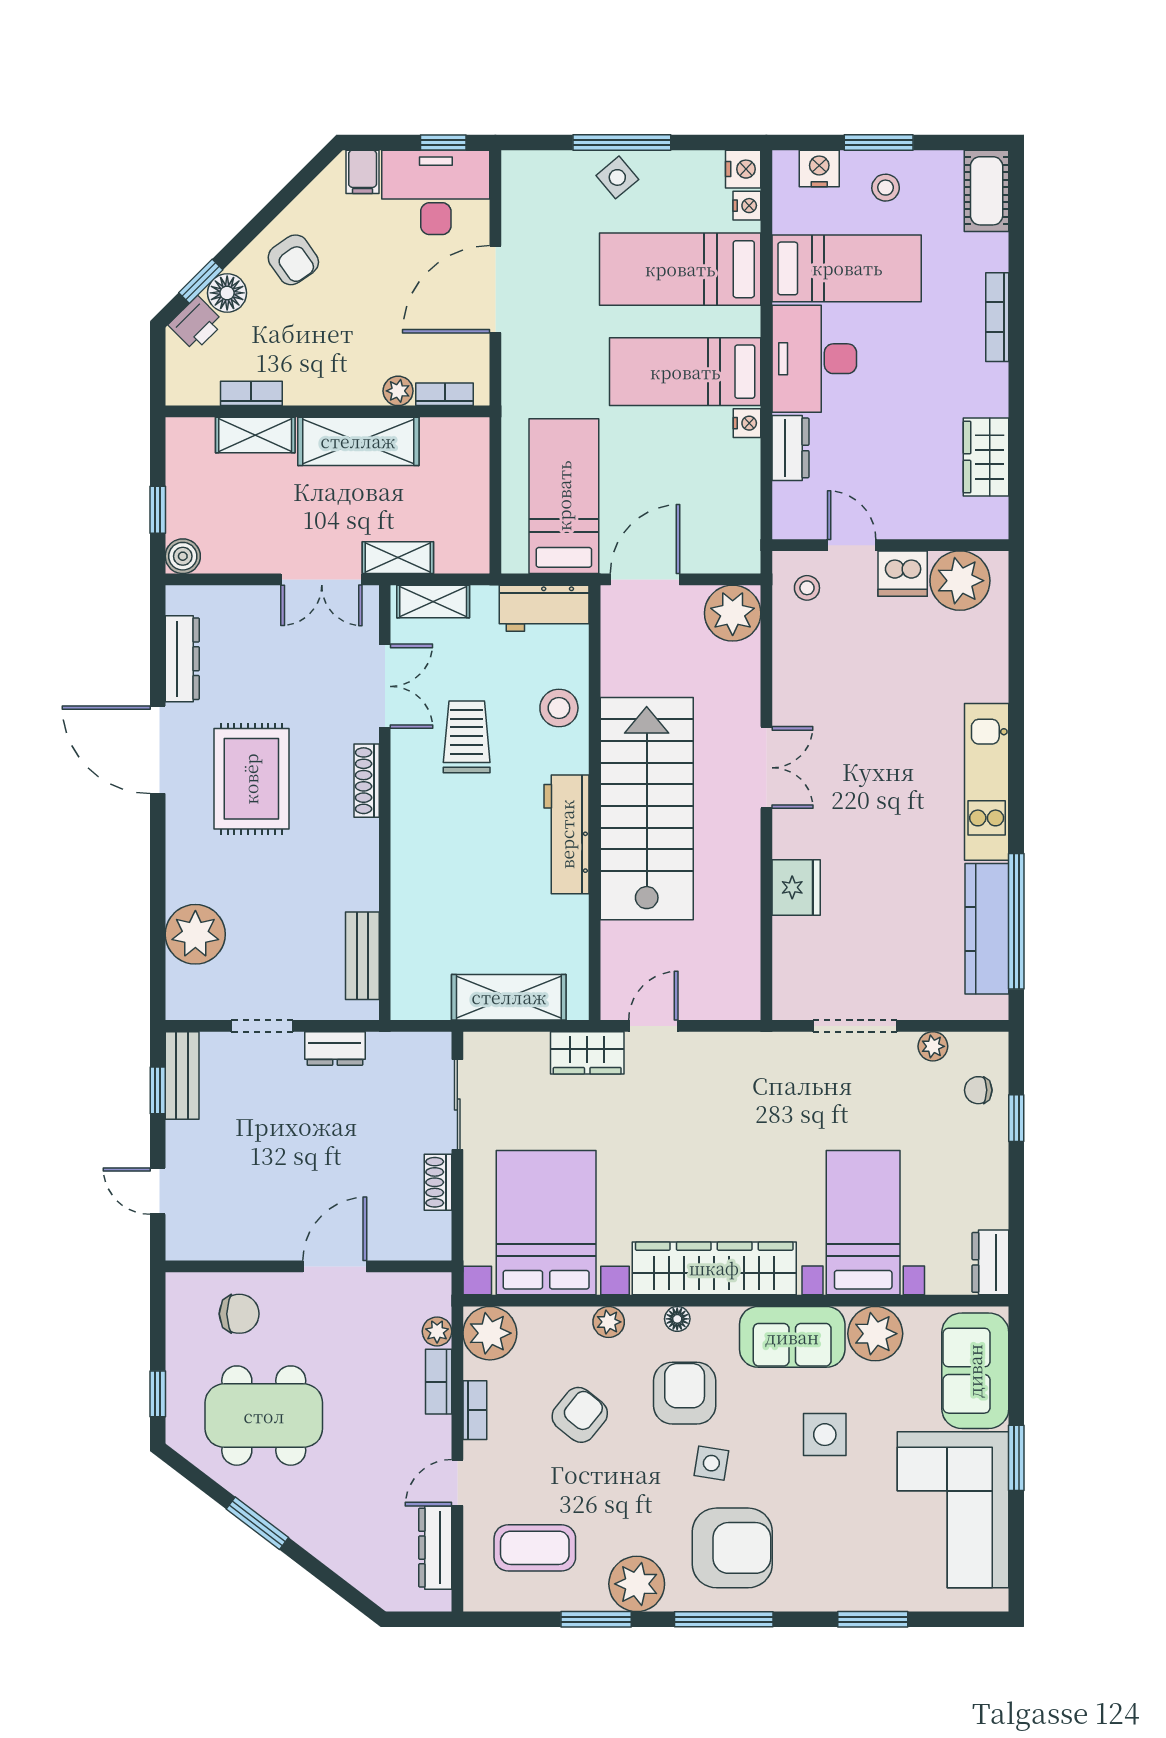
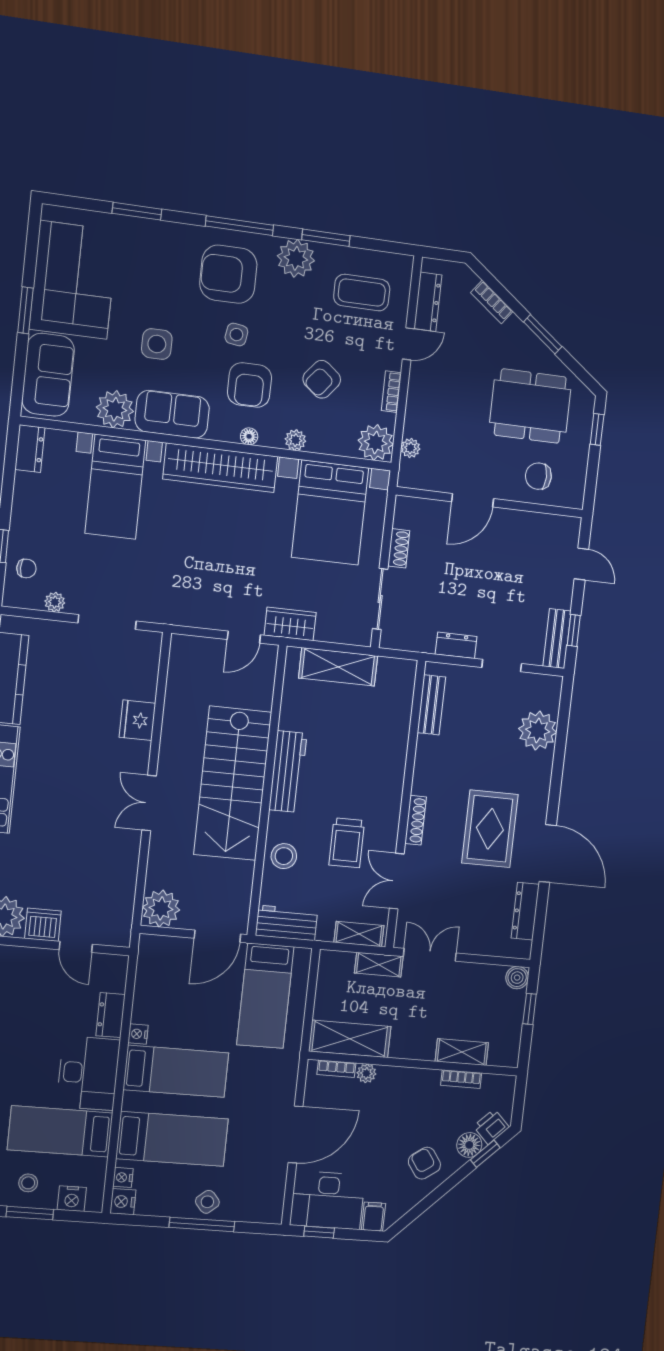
shelving: (358, 441) -> (350, 1039), moved
stool: (807, 588) -> (109, 921), removed
bookcase: (439, 1382) -> (492, 302), moved, turned 127

